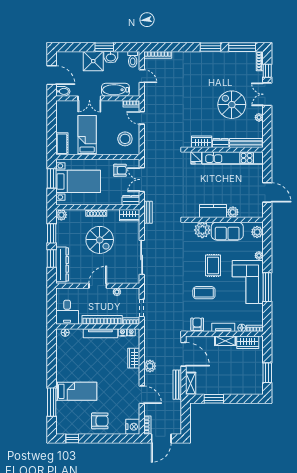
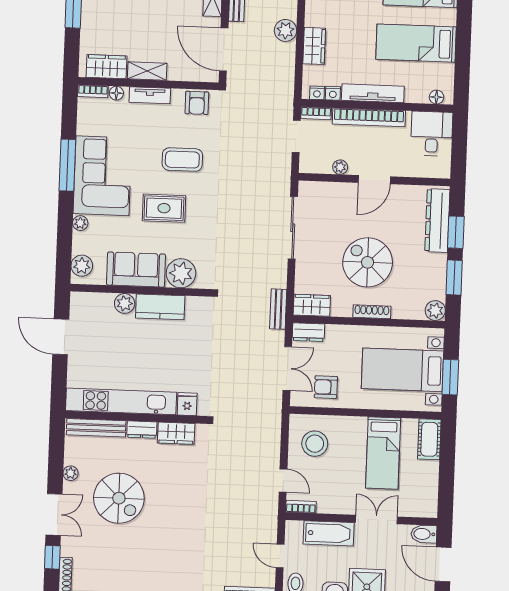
rug: (213, 265) -> (164, 208), turned 90
bed: (78, 362) -> (416, 43), added

